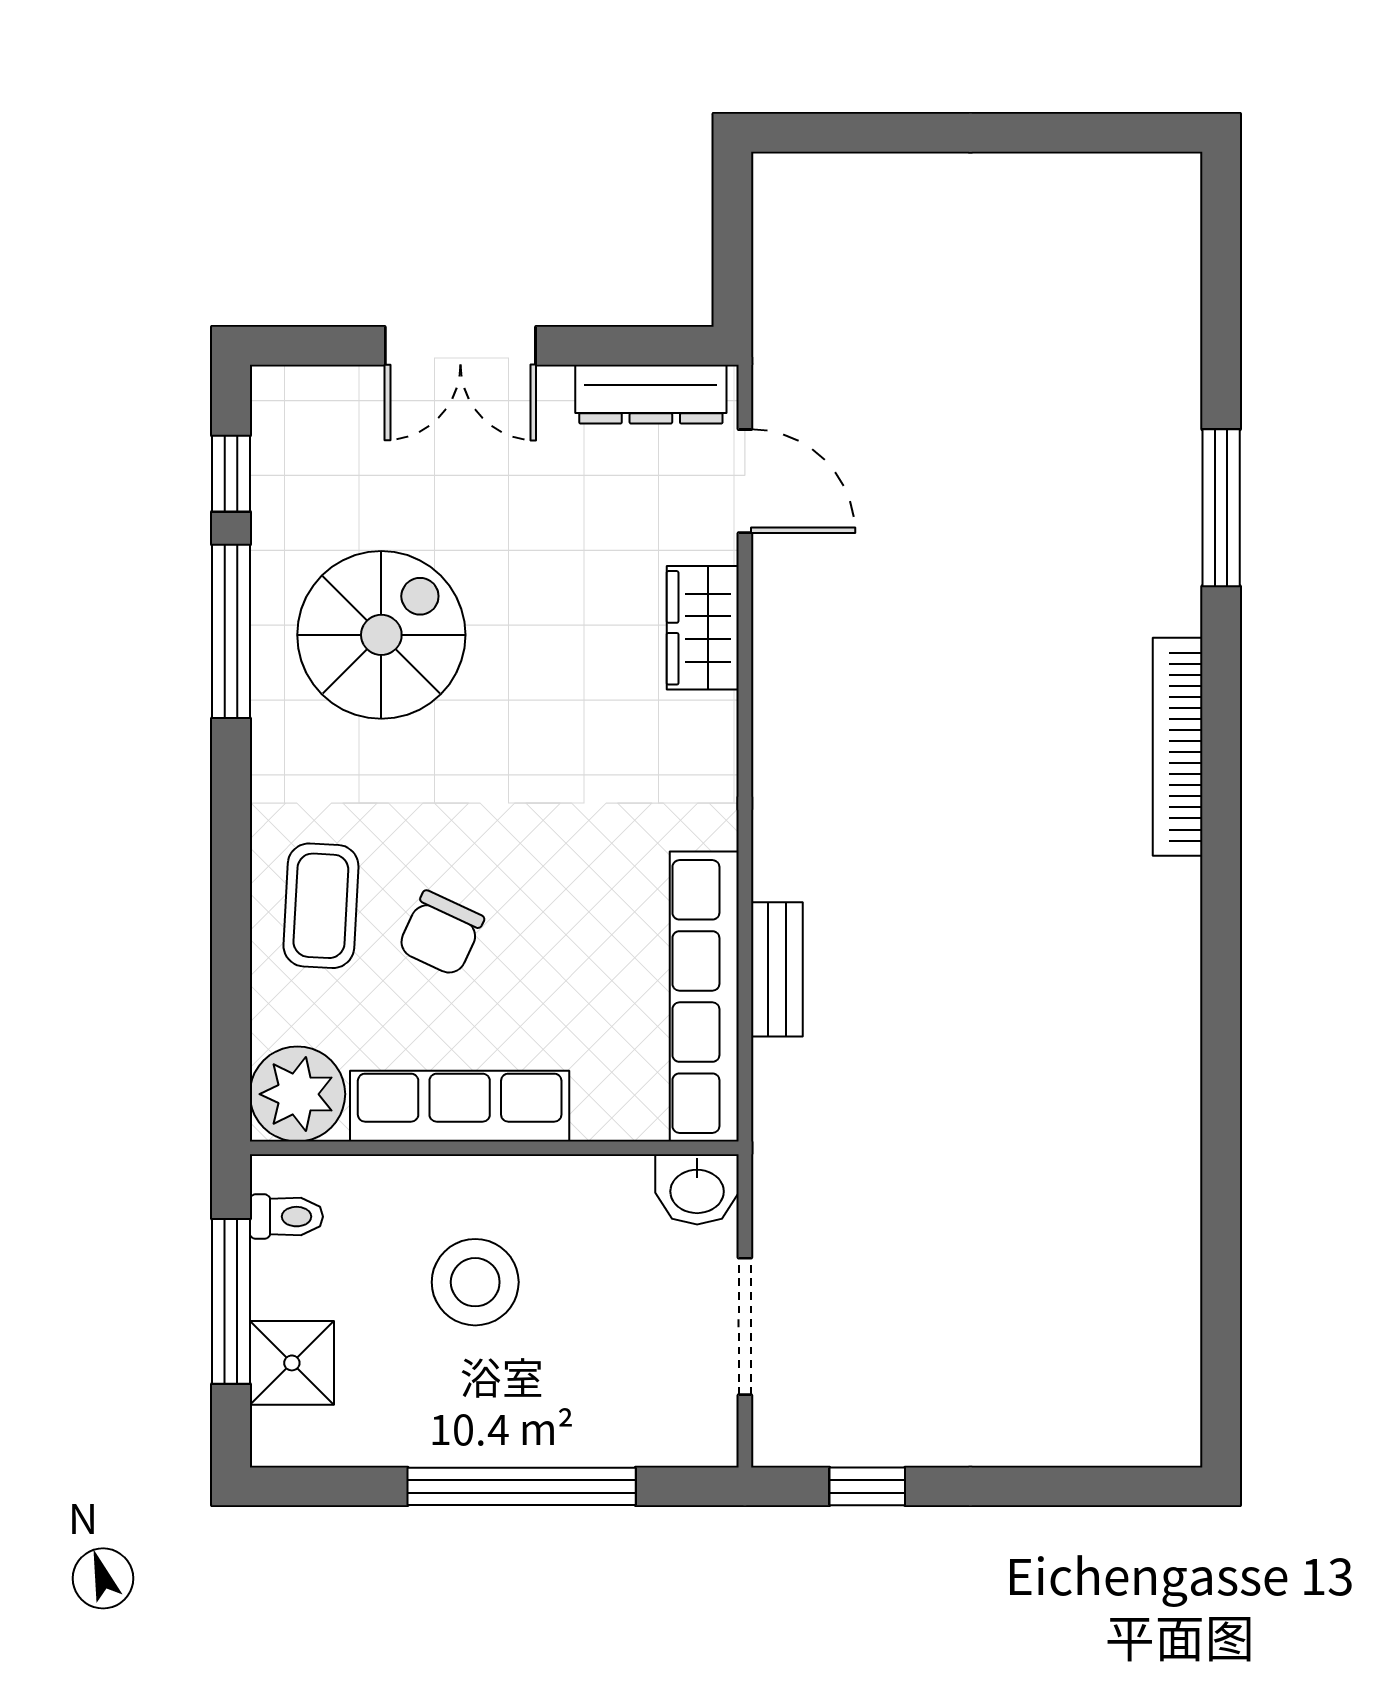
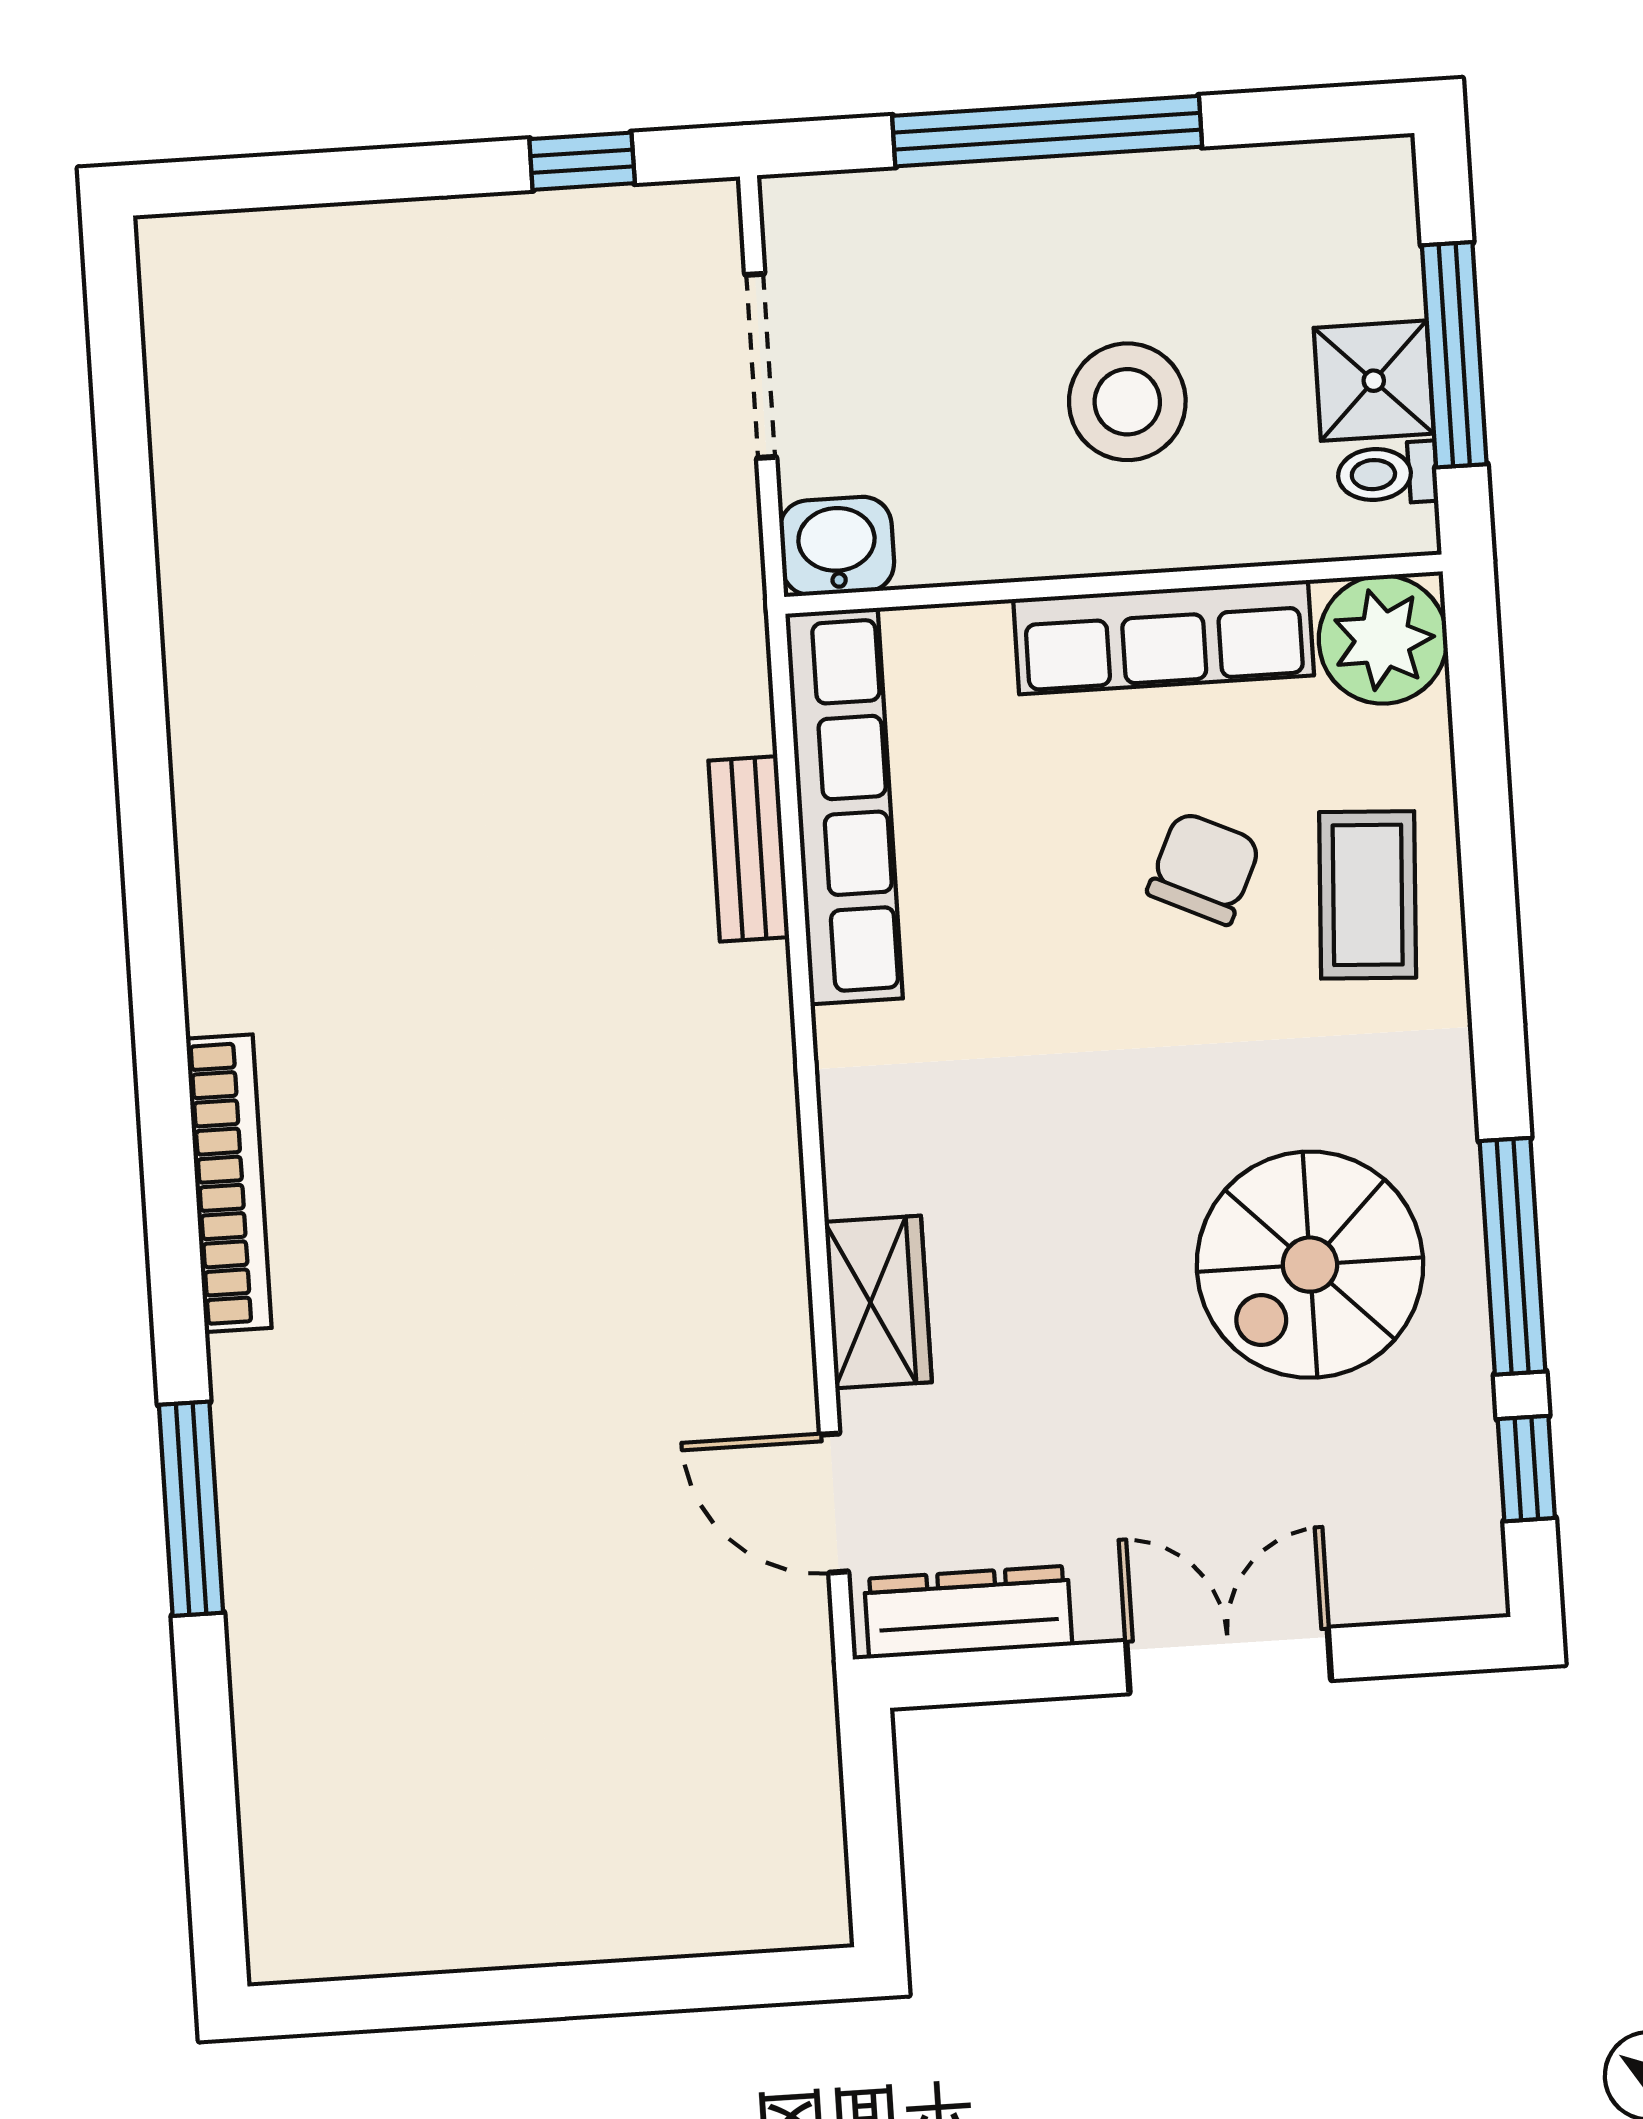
shower: (292, 1363) -> (1374, 381), moved

